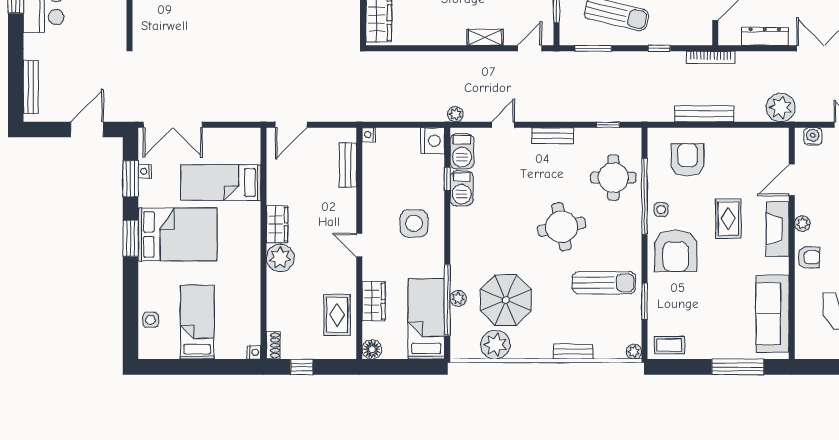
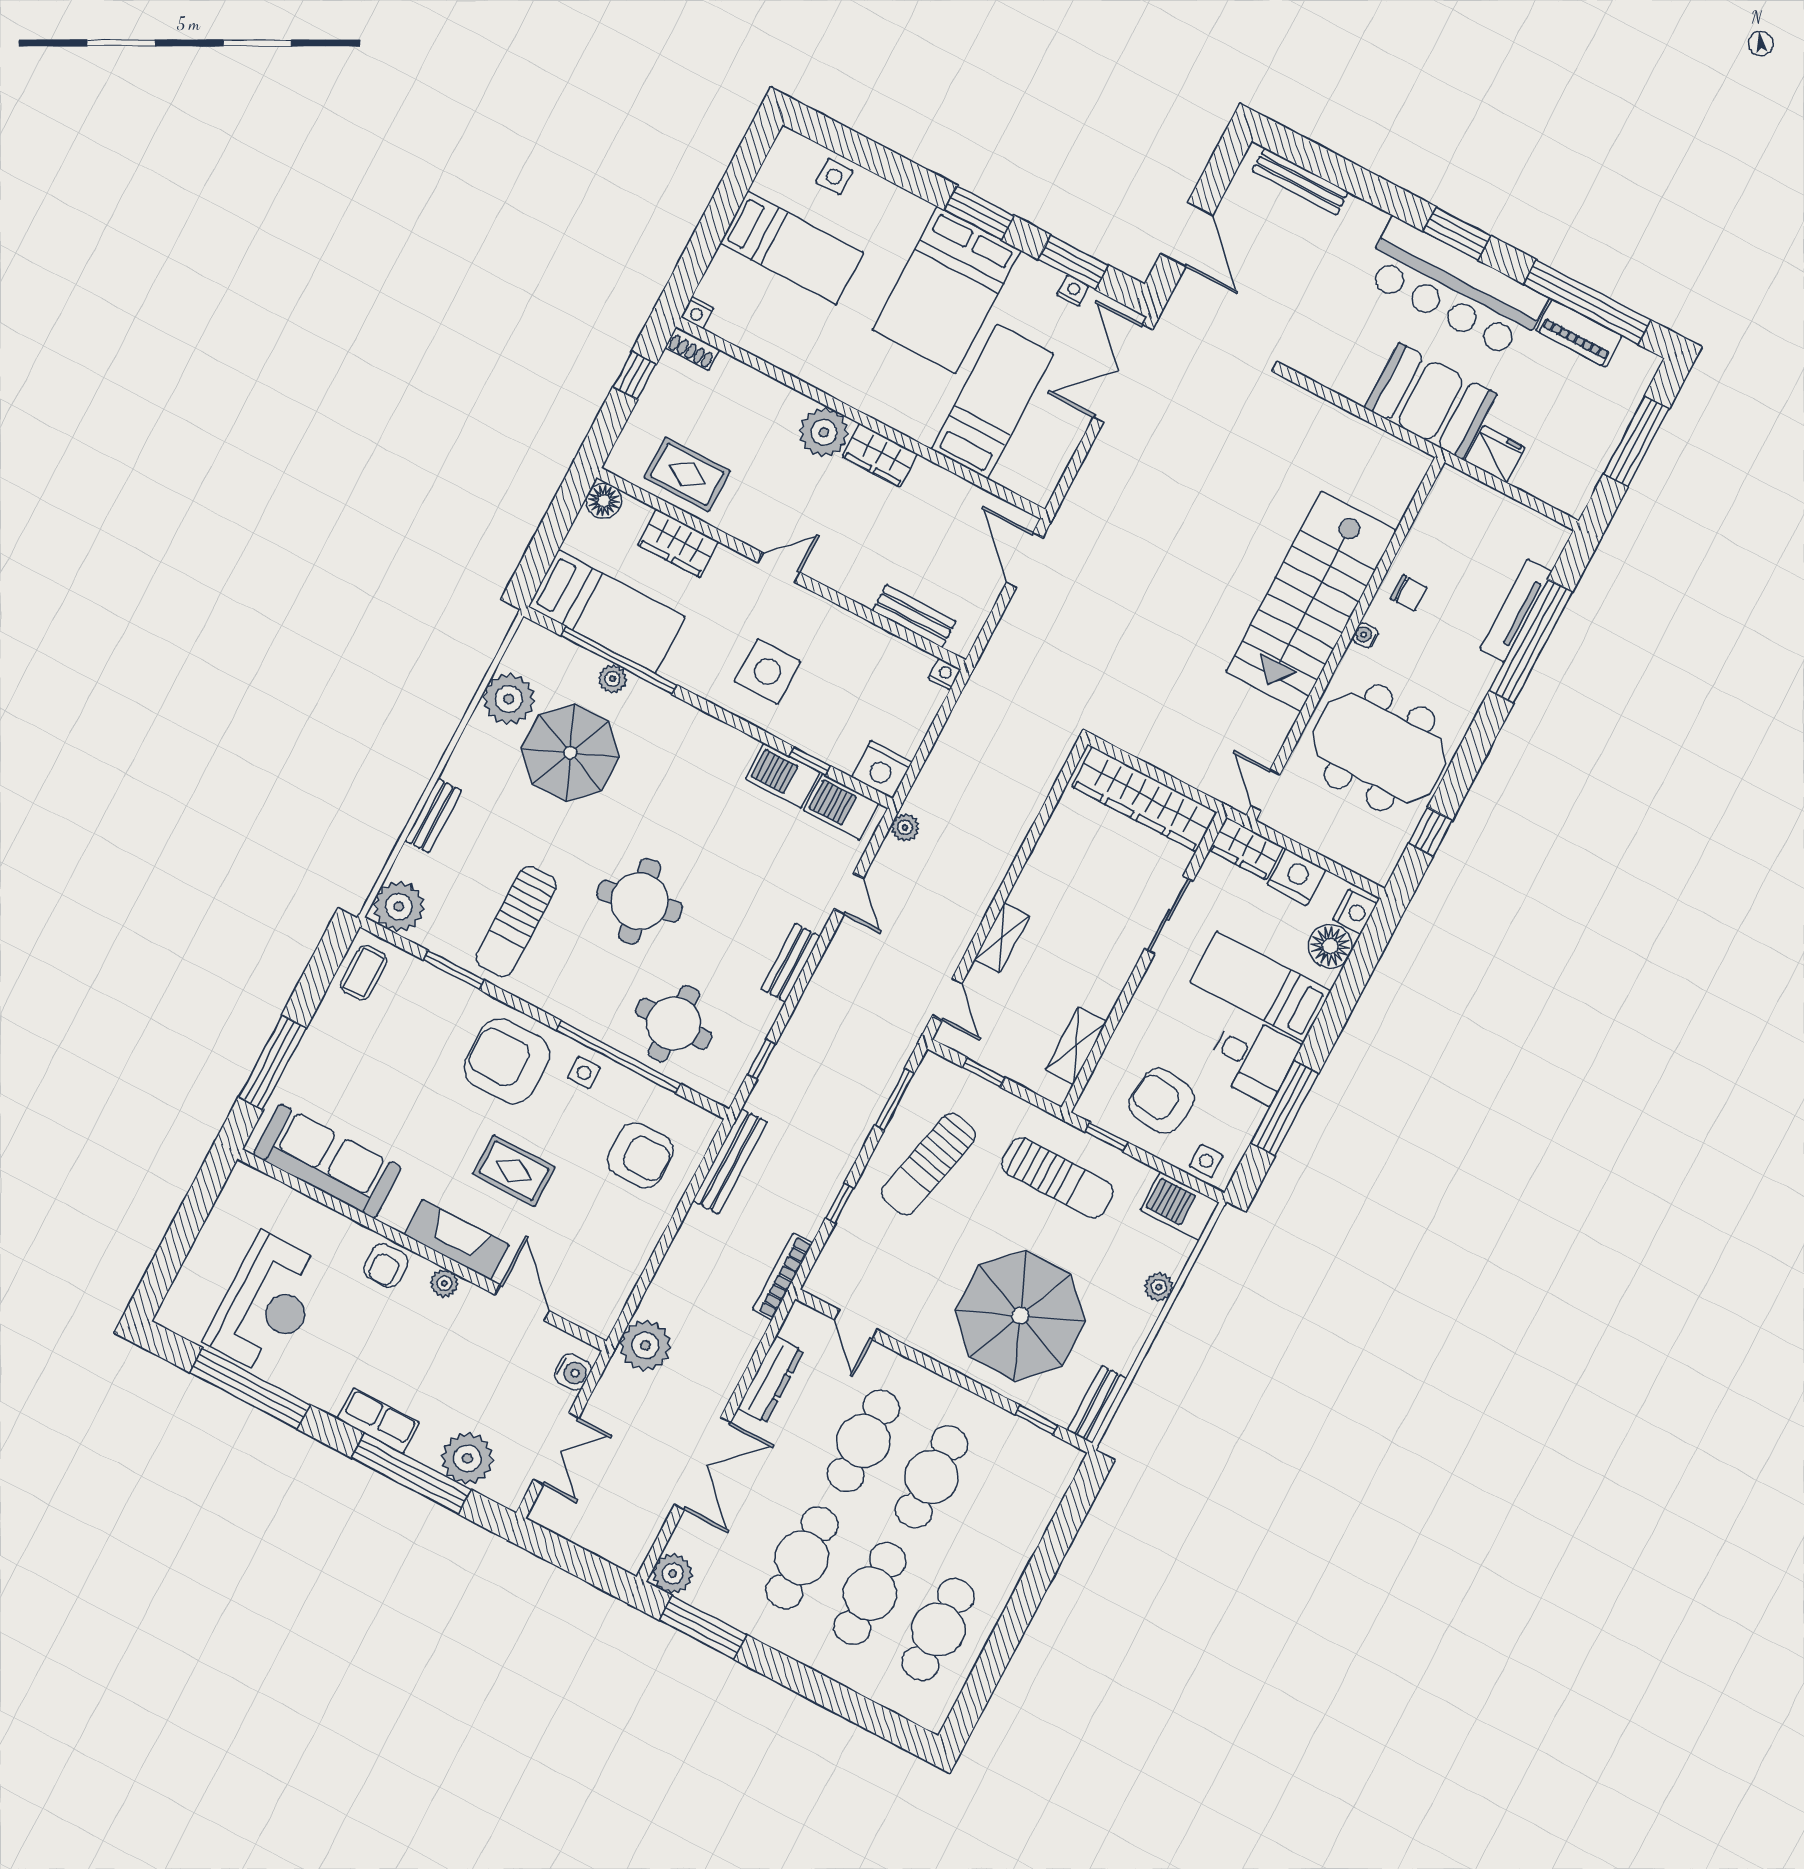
bench: (704, 114) -> (730, 1161), moved
plant: (634, 352) -> (399, 907), width x1.88, depth x1.88

